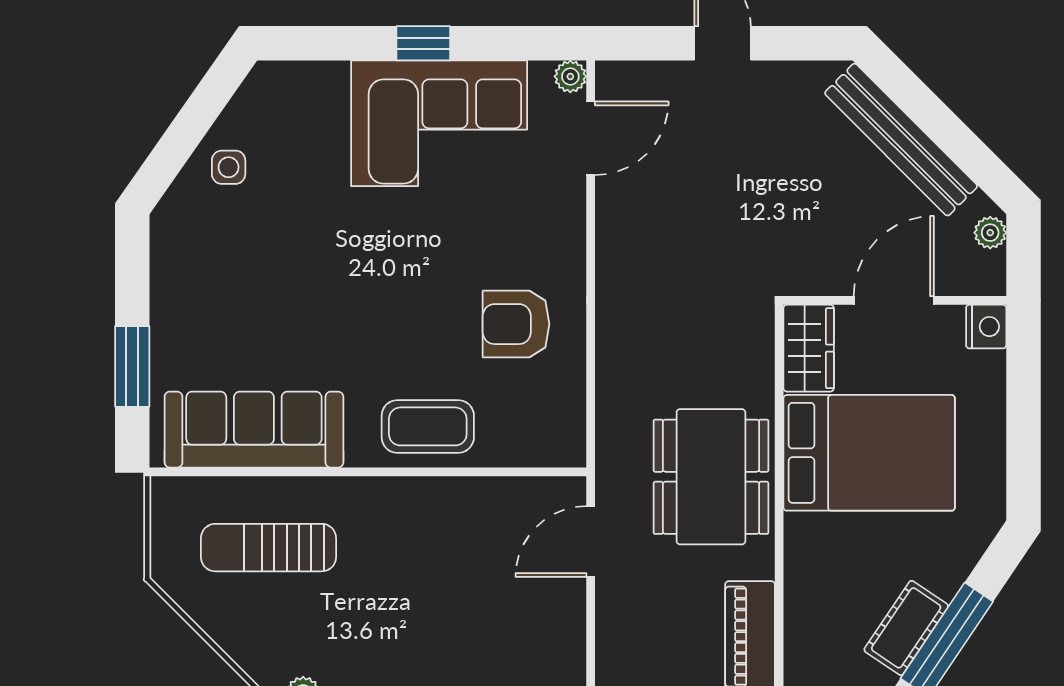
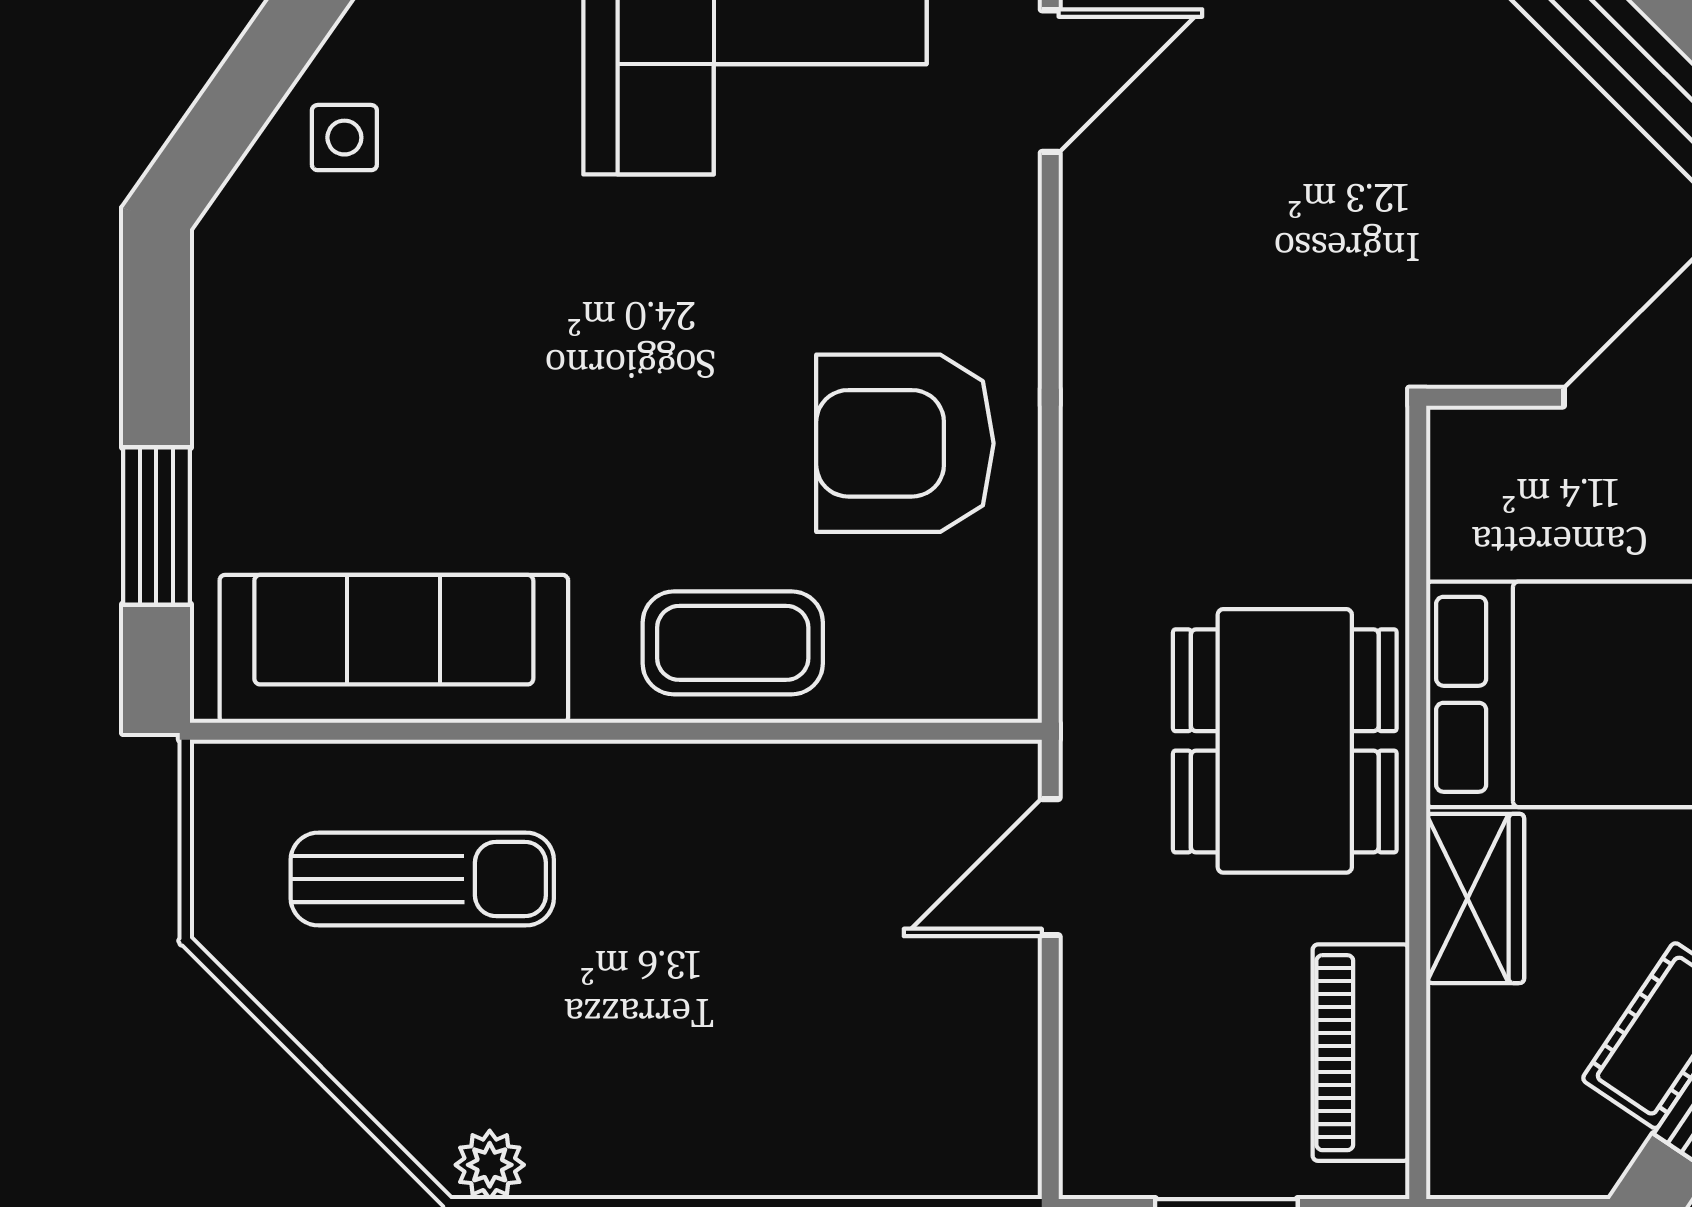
armchair: (516, 324) -> (905, 443), width x1.36, depth x1.36
wardrobe: (809, 348) -> (1475, 898), moved
sun lounger: (268, 548) -> (422, 879), turned 180

